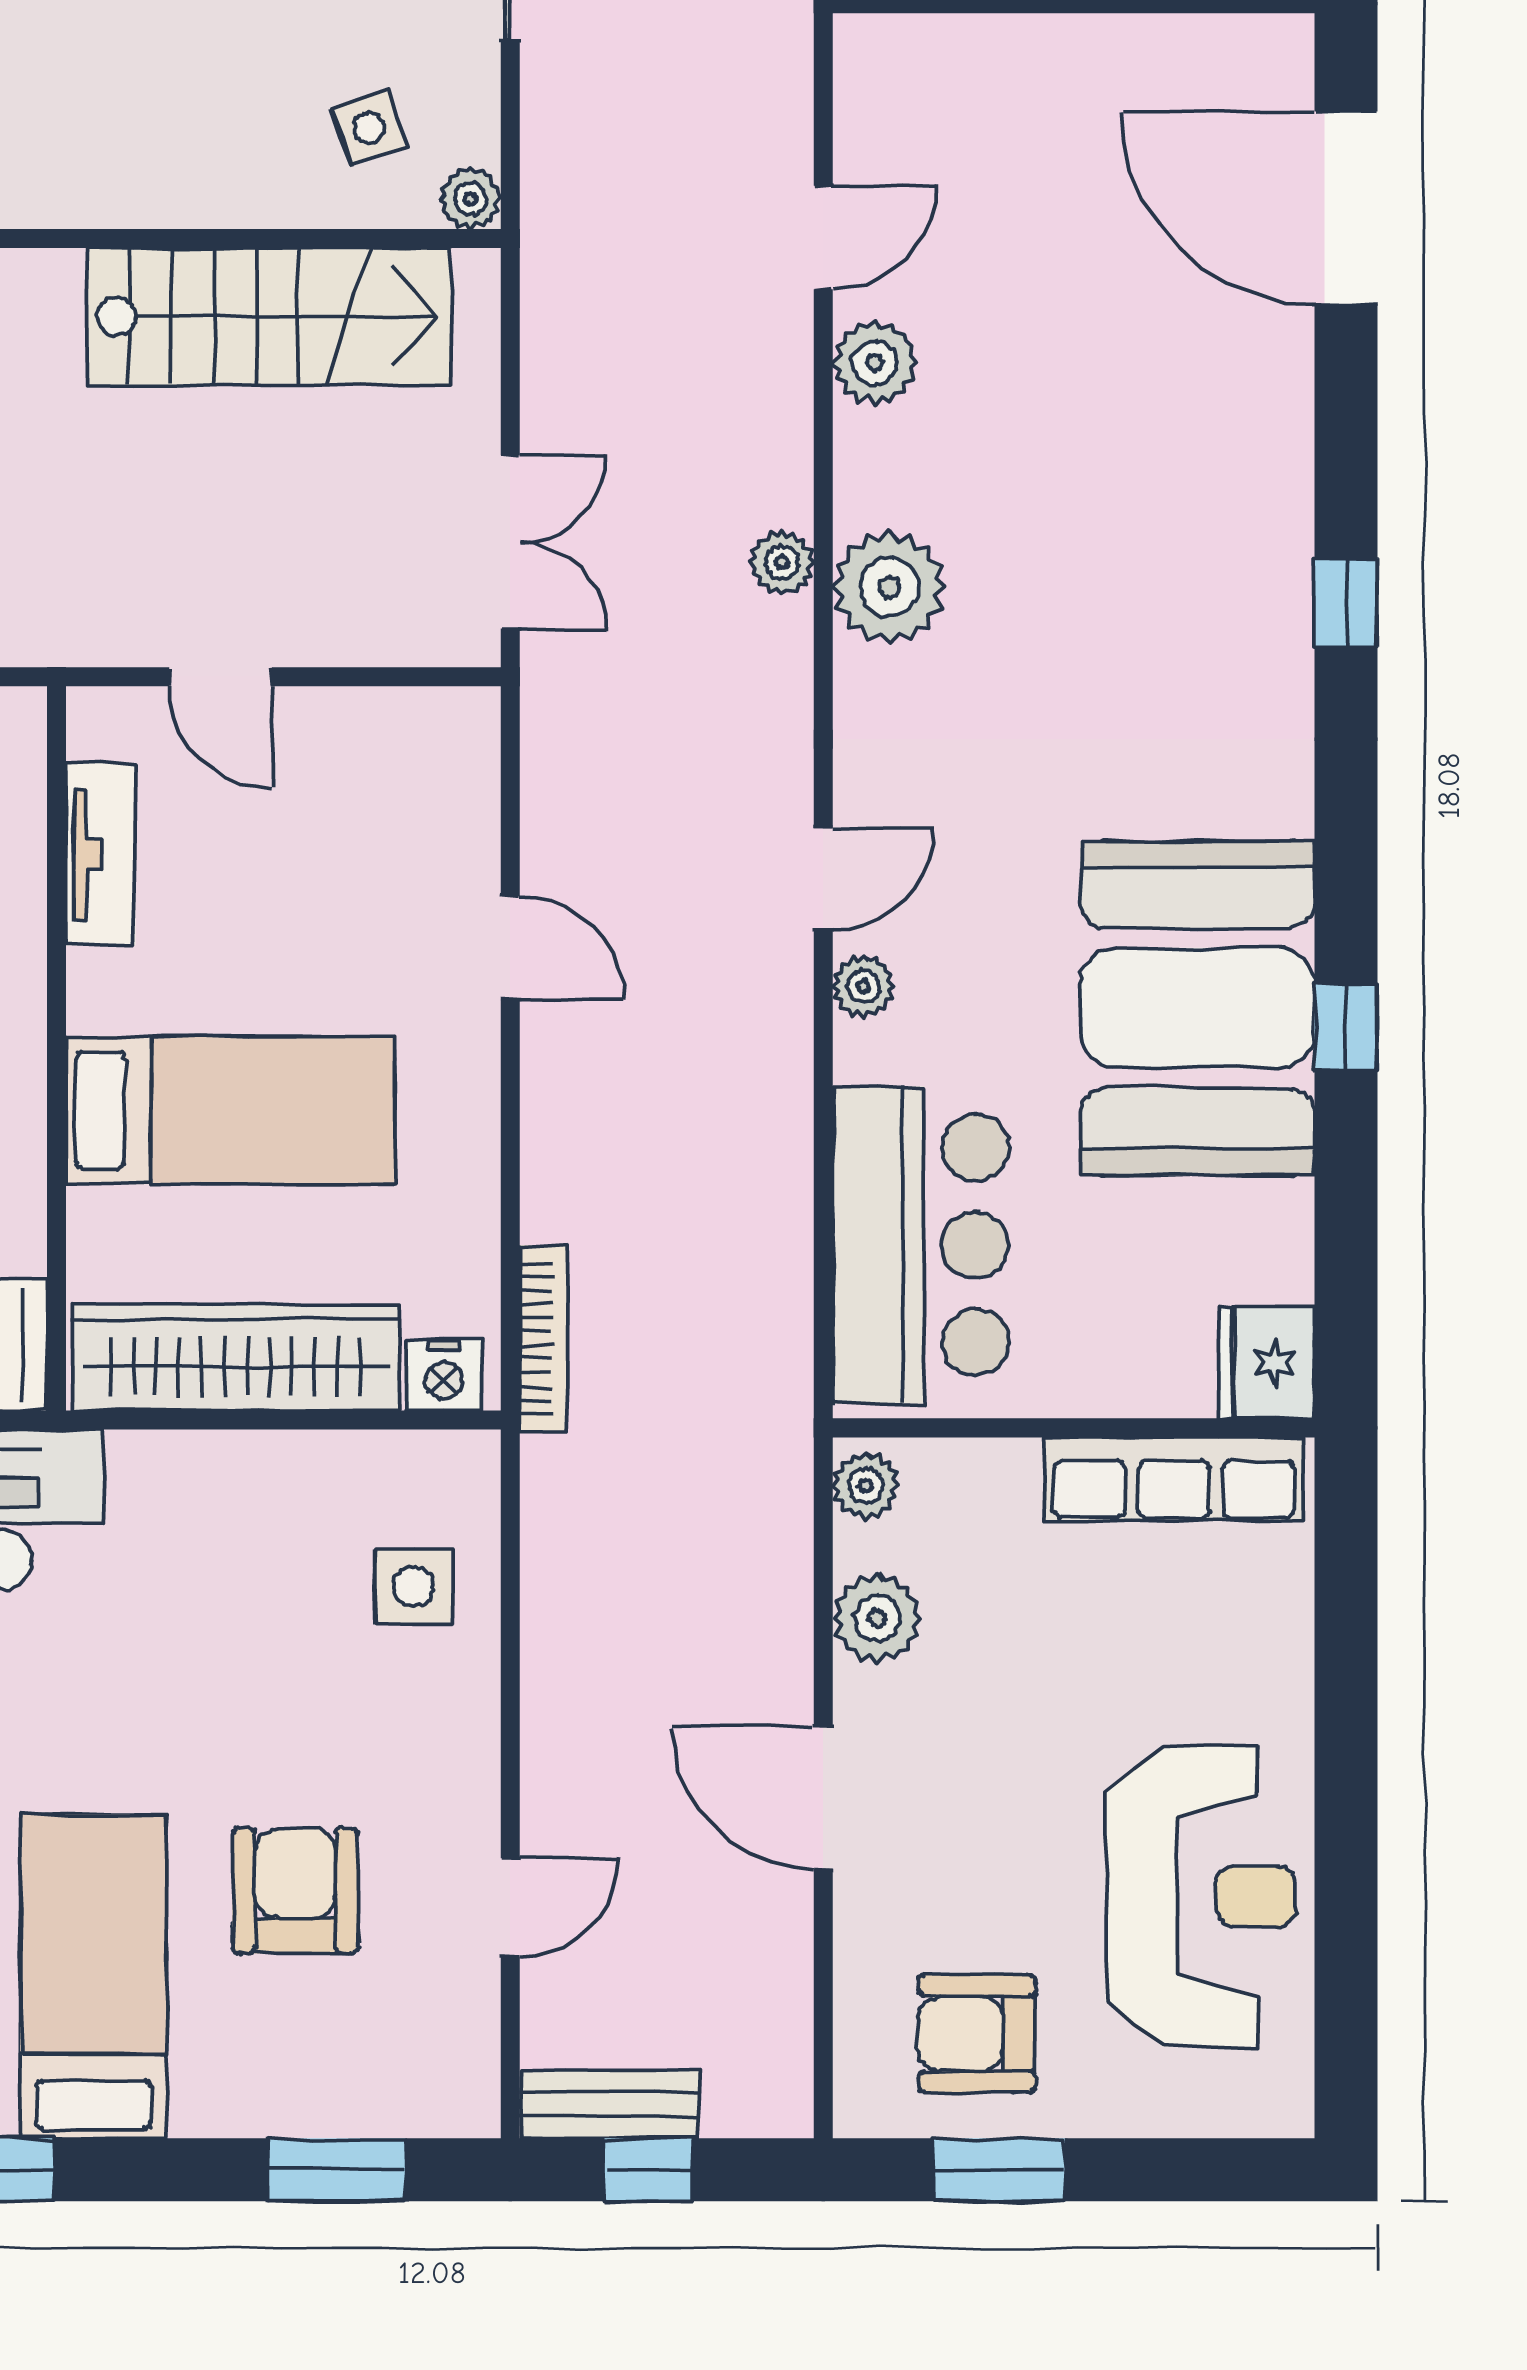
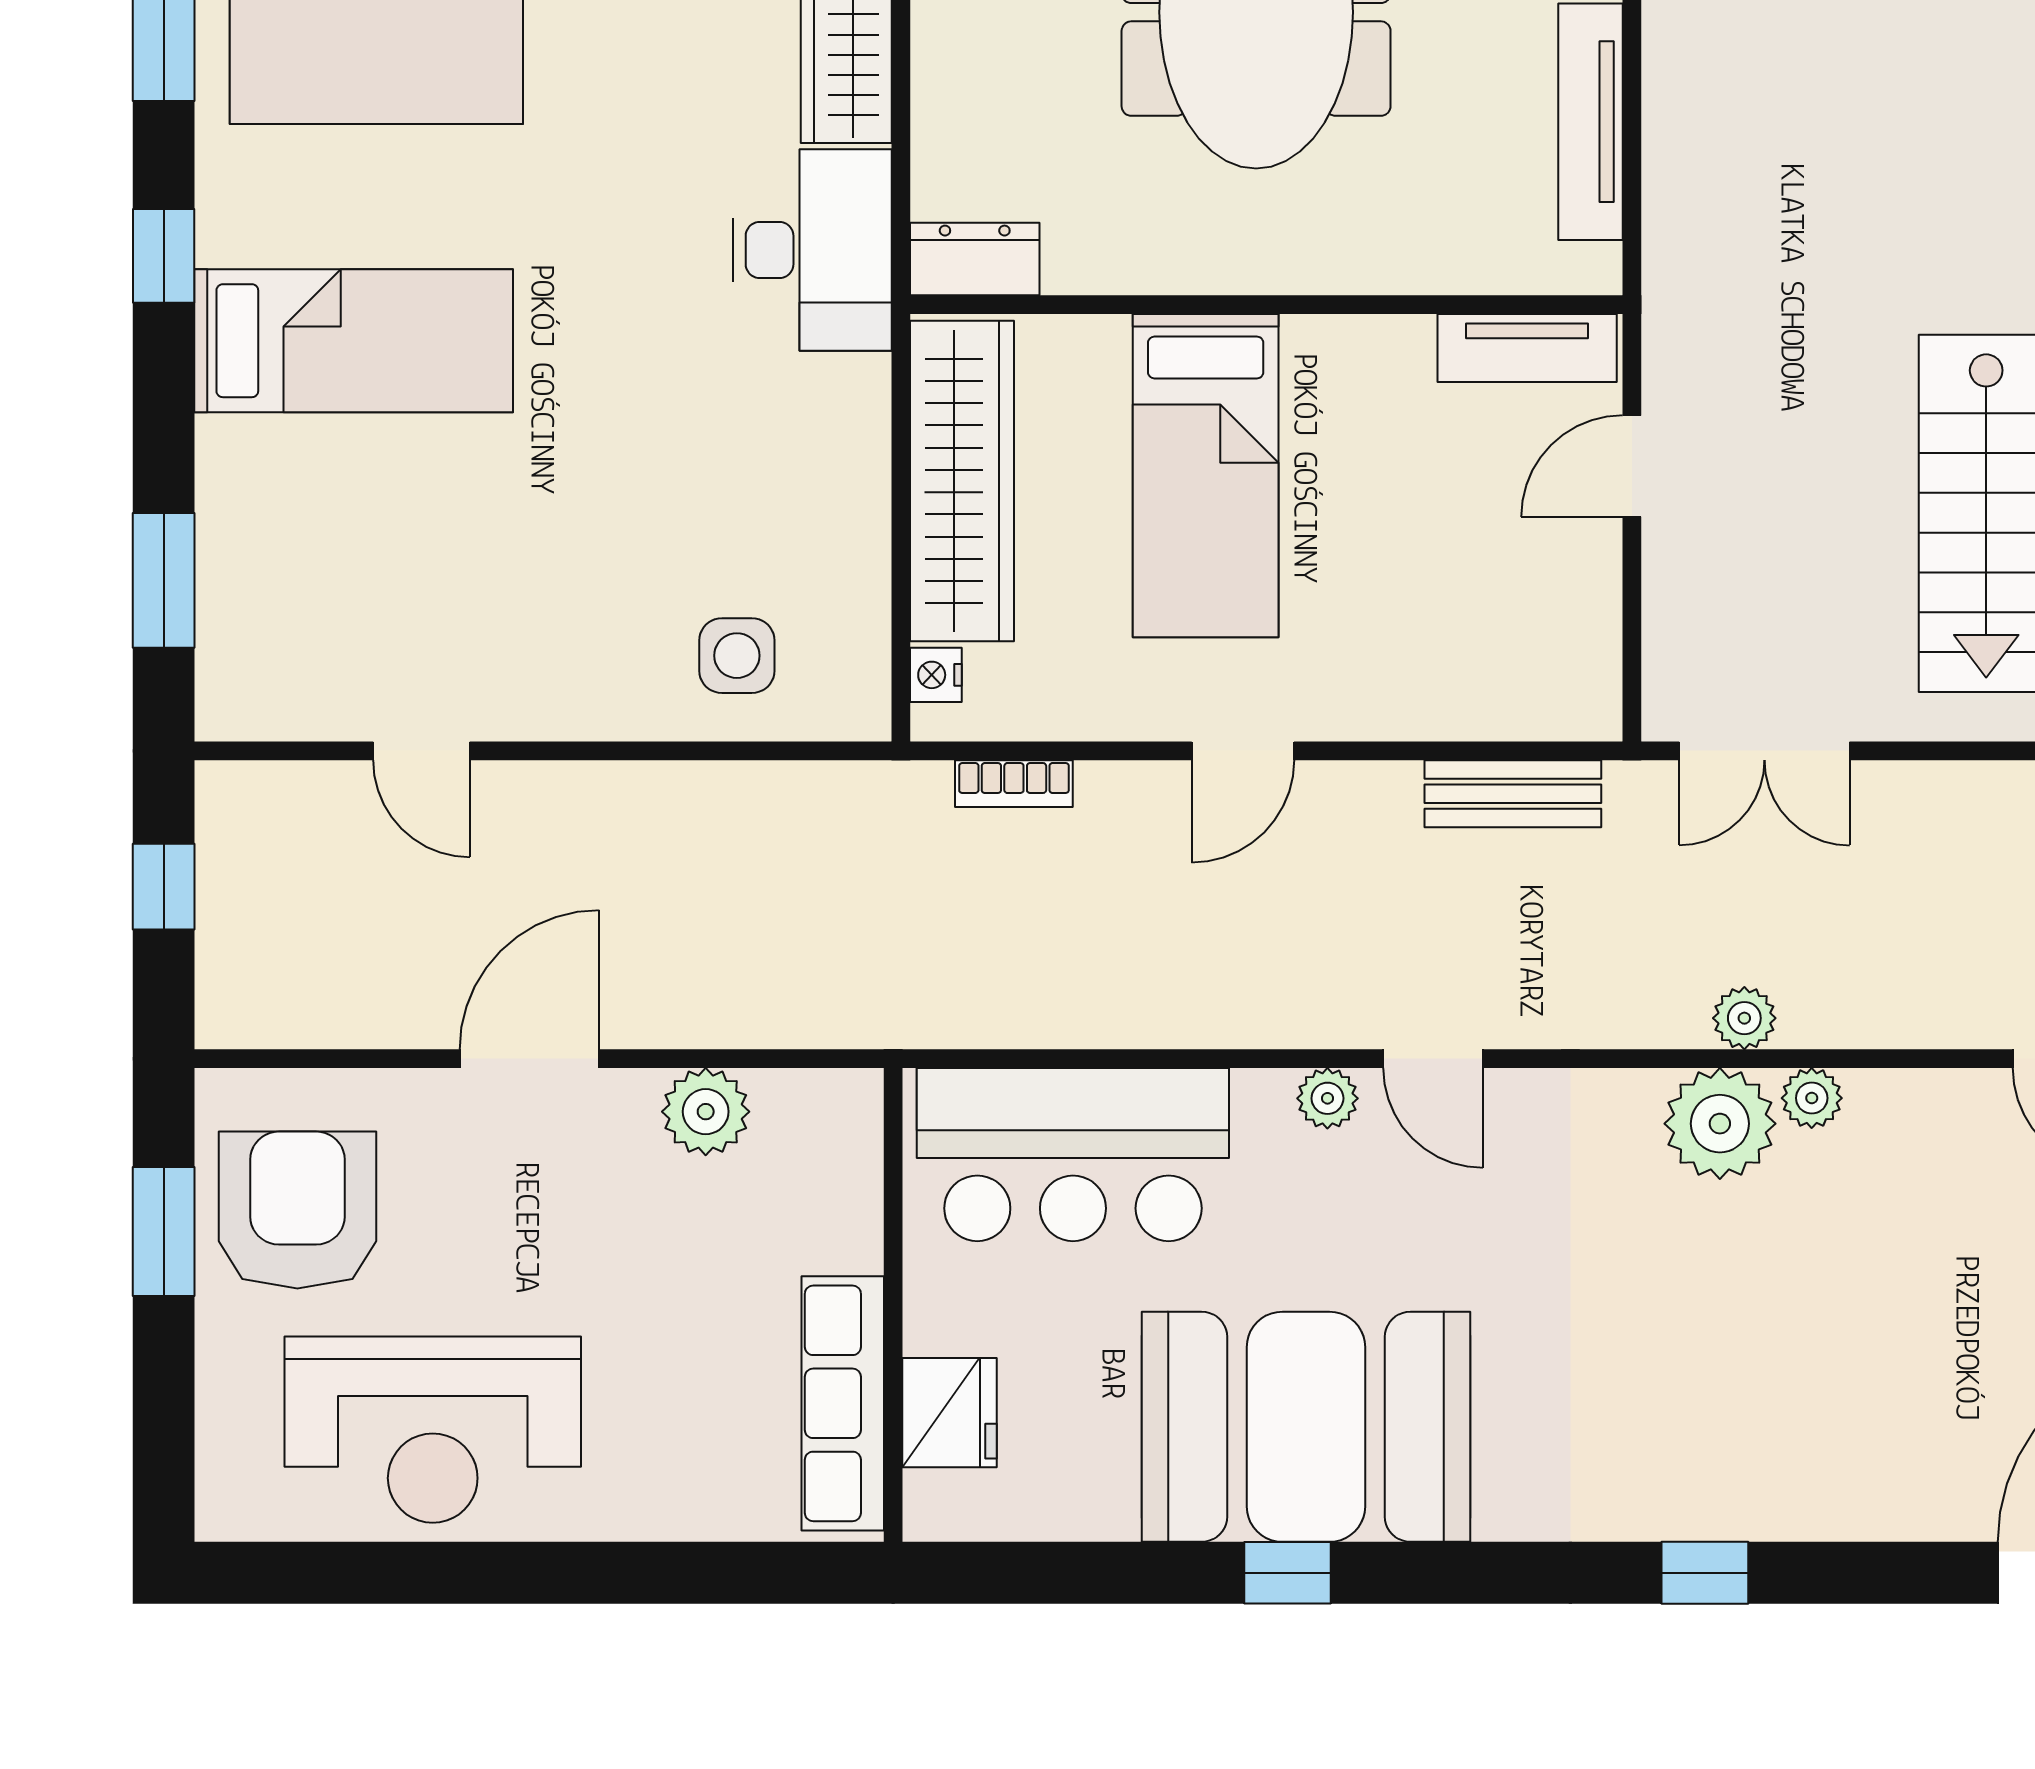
plant: (875, 363) -> (1812, 1098), moved, width x0.73, depth x0.73
tv unit: (101, 854) -> (1527, 348), moved
door: (510, 948) -> (1243, 751), moved
bookcase: (544, 1339) -> (1014, 784), width x0.64
fridge: (1267, 1363) -> (950, 1413), moved, turned 90
nightstand: (444, 1375) -> (936, 675), width x0.72, depth x0.74
plant: (866, 1485) -> (836, 1100), removed
armchair: (295, 1891) -> (438, 539), removed
armchair: (977, 2034) -> (297, 1210), width x1.36, depth x1.36
bench: (609, 2104) -> (1513, 794), moved, turned 90

